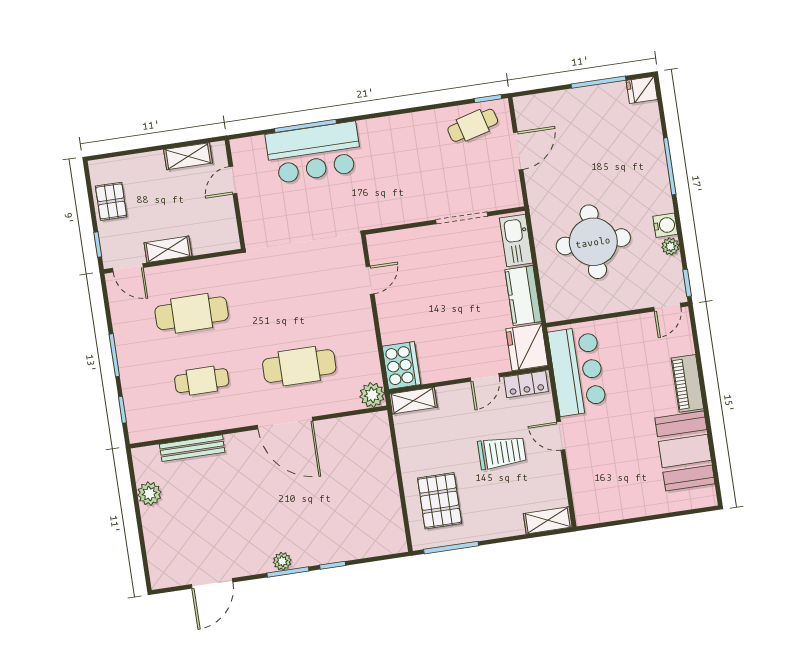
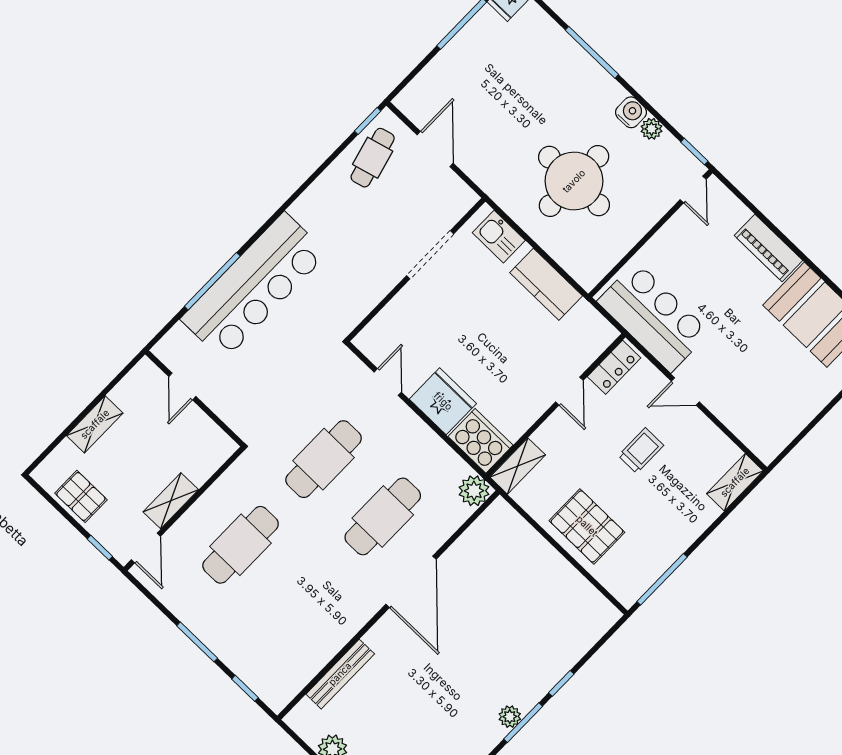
bar counter: (314, 153) -> (254, 286), width x1.36
shelving: (188, 156) -> (95, 424), moved
kitchen sink: (516, 240) -> (499, 237), width x0.73
door: (128, 268) -> (146, 548), hinge flipped
fridge: (527, 347) -> (443, 401), moved, turned 180
cafe table: (202, 381) -> (324, 459), moved, width x1.37, depth x1.35
door: (285, 423) -> (411, 582), hinge flipped
trolley: (502, 452) -> (641, 451), width x0.73, depth x0.72
pallet: (440, 501) -> (587, 526), moved

